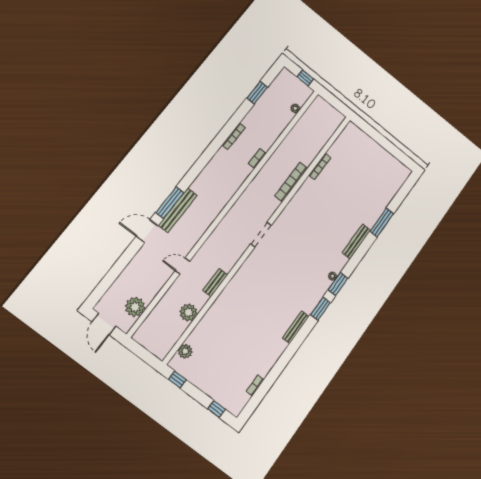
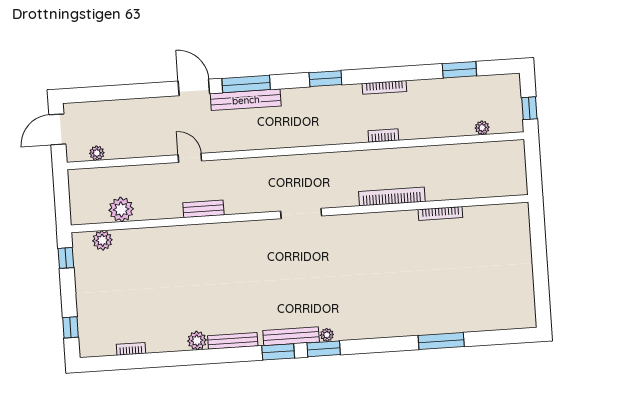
window: (203, 161) -> (325, 79), added
bench: (356, 241) -> (291, 336), moved
plant: (135, 307) -> (97, 153), width x0.53, depth x0.53
plant: (188, 312) -> (121, 209), moved
plant: (280, 346) -> (197, 341), added

